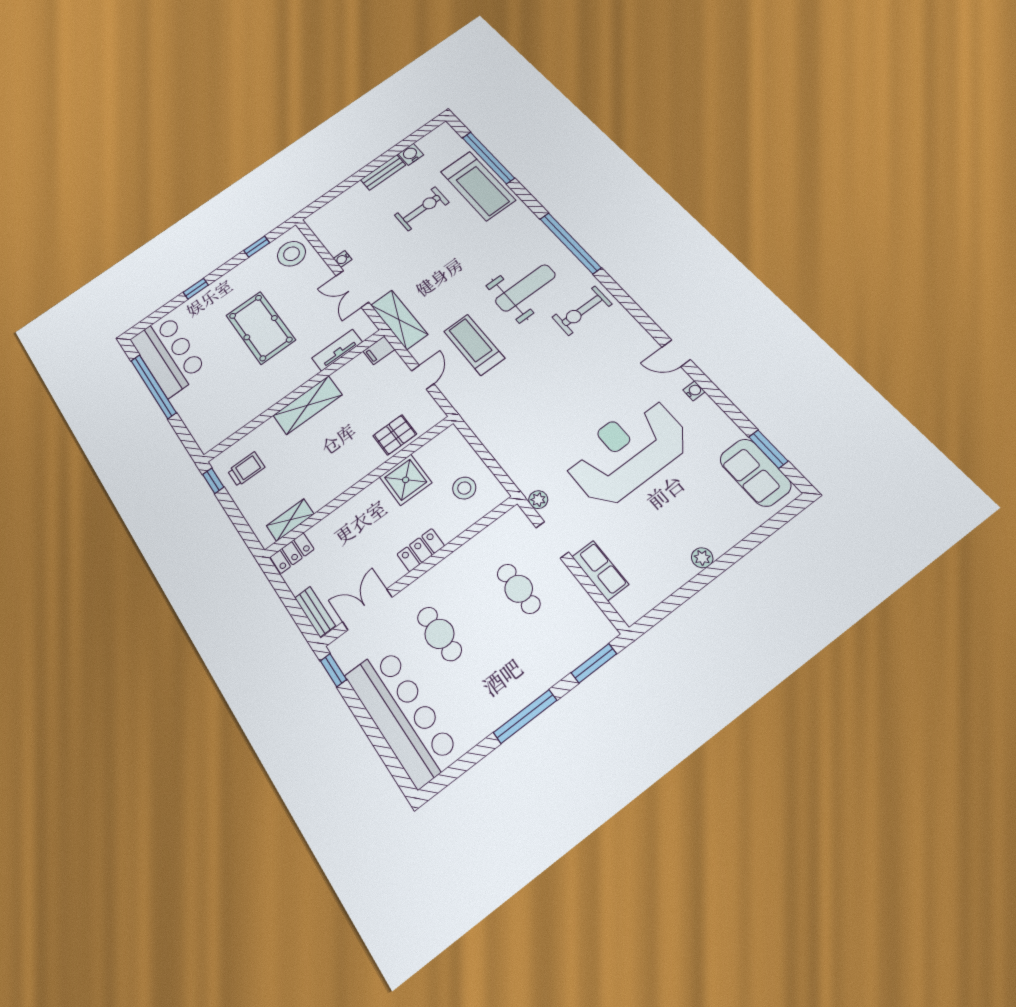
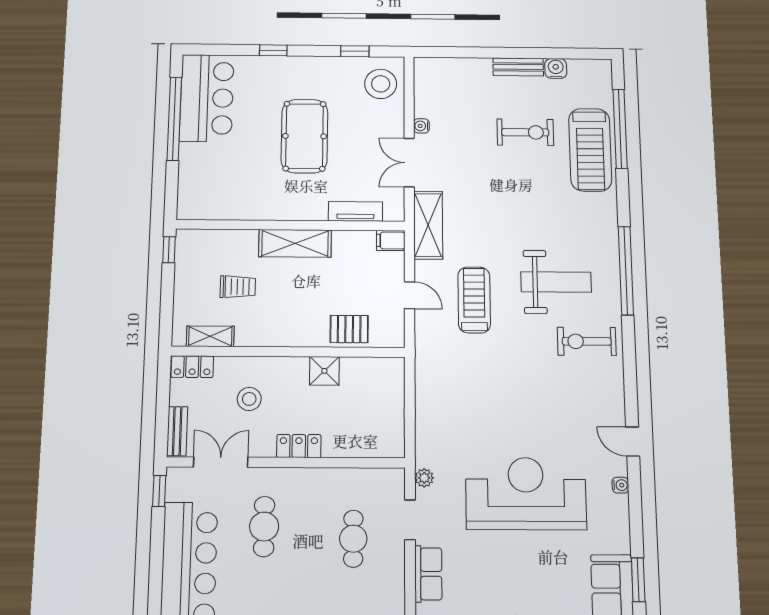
door: (423, 377) -> (410, 295), hinge flipped
trolley: (246, 469) -> (238, 287), moved
shower: (406, 480) -> (324, 371), width x0.73, depth x0.73
stool: (464, 488) -> (249, 399), moved

